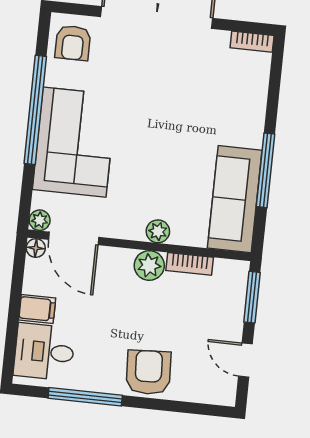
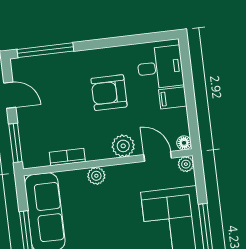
door: (74, 238) -> (158, 156), width x0.73
plant: (149, 265) -> (123, 146), moved
armchair: (148, 372) -> (109, 93), moved, turned 93
window: (85, 397) -> (45, 50), moved

